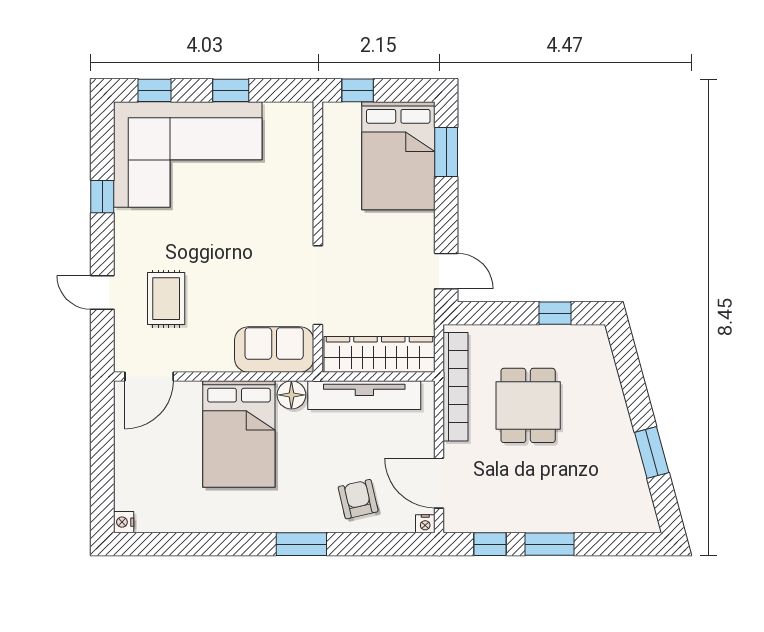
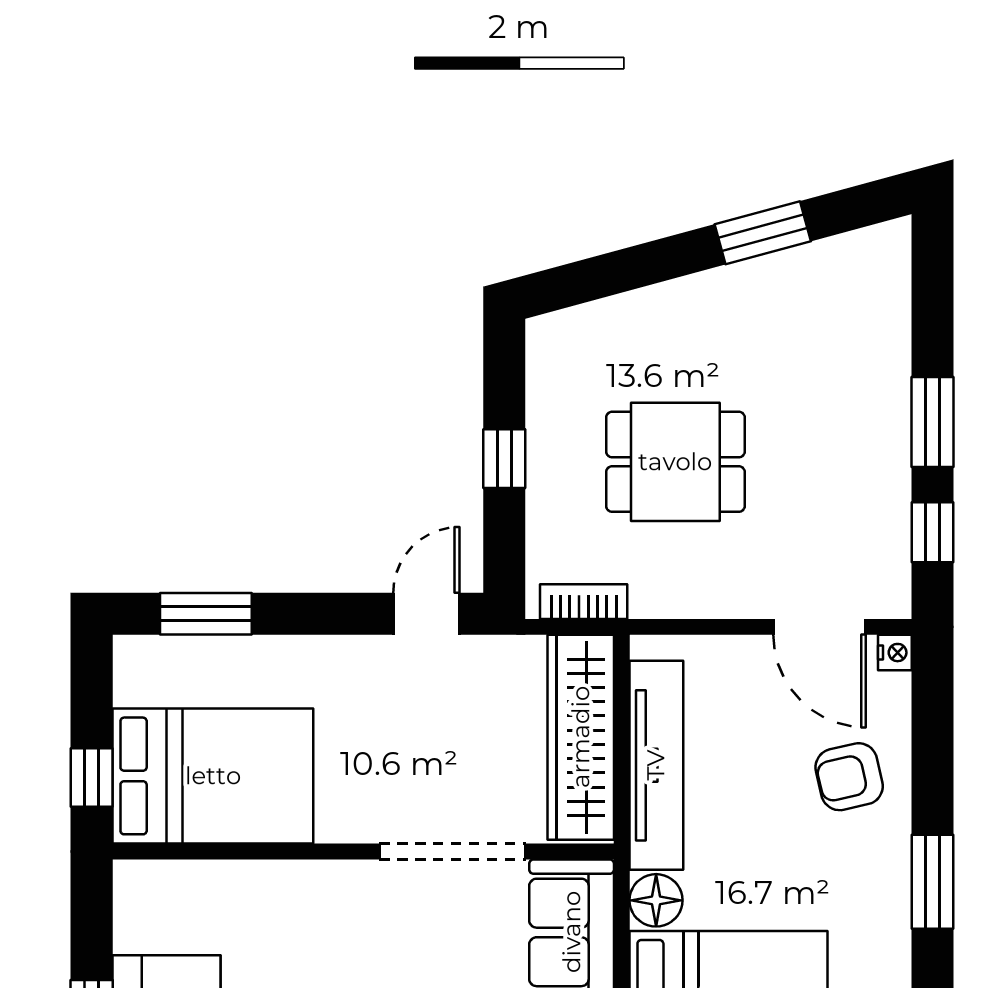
bed: (398, 156) -> (213, 776), moved
window: (555, 313) -> (504, 459), moved
bookcase: (456, 387) -> (584, 602), width x0.43, depth x0.76
door: (439, 483) -> (819, 627), hinge flipped

